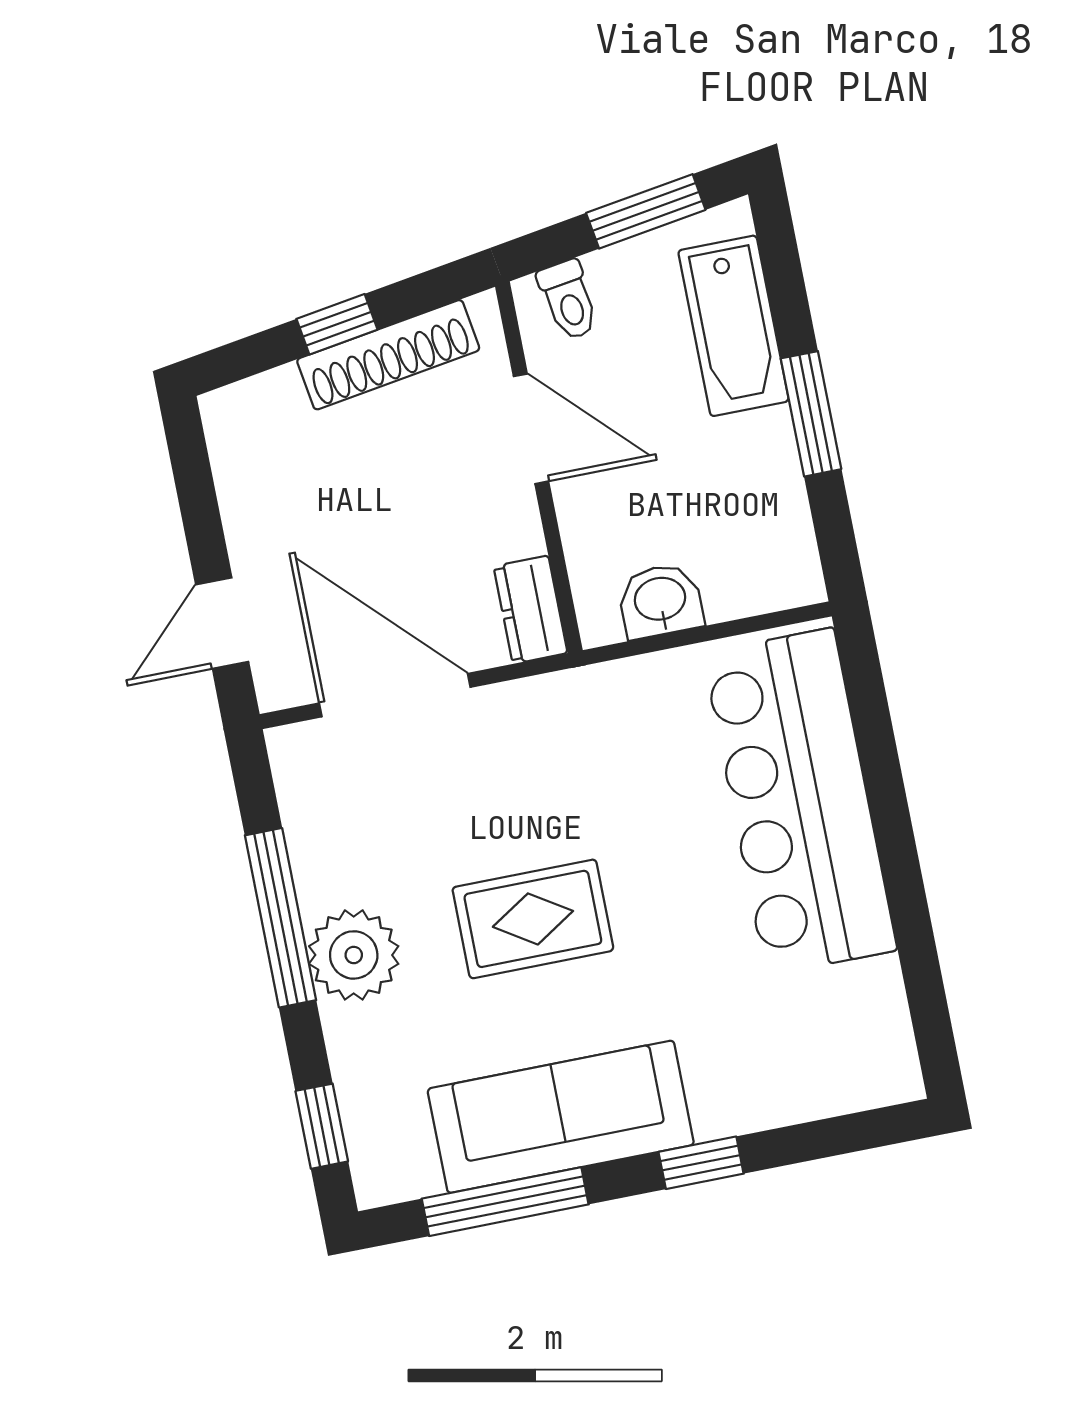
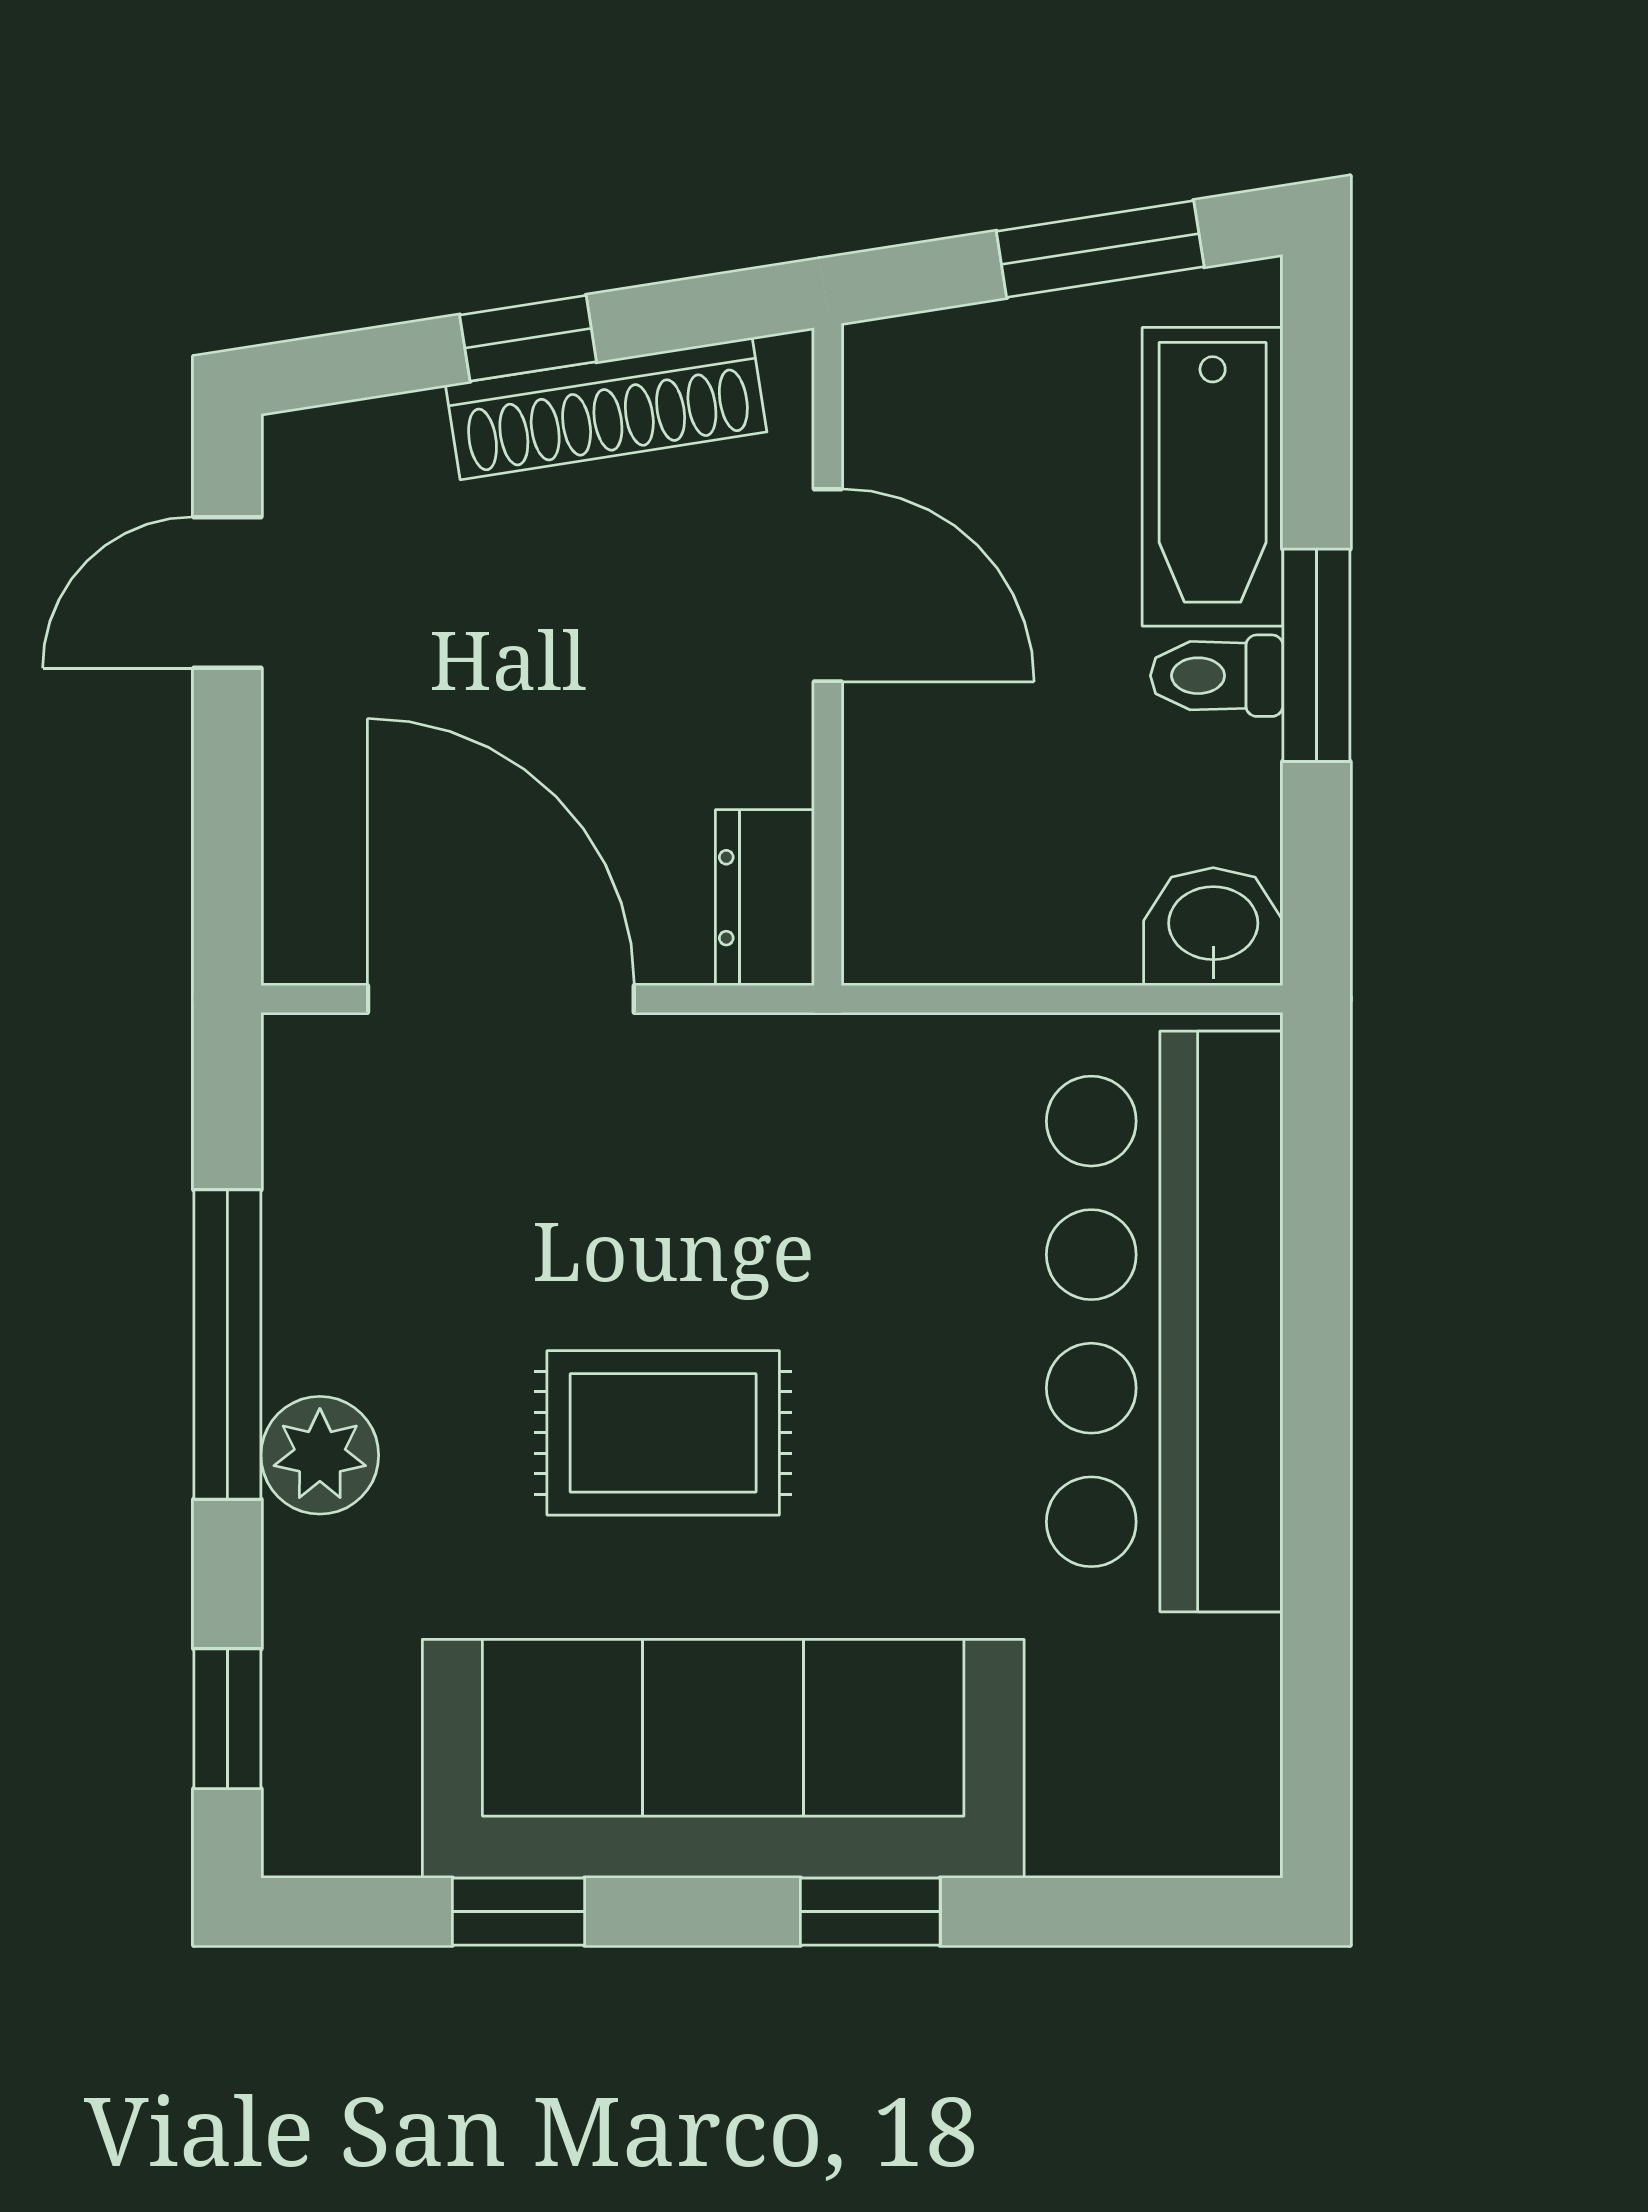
toilet: (569, 300) -> (1217, 676), moved, turned 99
washbasin: (660, 601) -> (1213, 927), moved
door: (222, 623) -> (227, 592), moved
plant: (354, 955) -> (320, 1455), width x0.73, depth x0.73
sofa: (561, 1117) -> (723, 1759), width x1.36, depth x1.27
window: (505, 1202) -> (518, 1912), width x0.46

